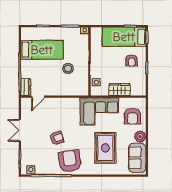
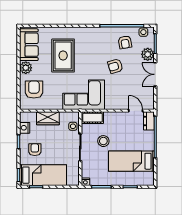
nightstand: (141, 81) -> (25, 128), added
cot: (78, 90) -> (93, 118), added
door: (38, 97) -> (136, 111), hinge flipped
corner sofa: (99, 111) -> (84, 95), moved
double door: (20, 130) -> (155, 74), swing flipped
plant: (27, 149) -> (148, 54), added
armchair: (70, 161) -> (125, 42), moved, width x0.53, depth x0.53

